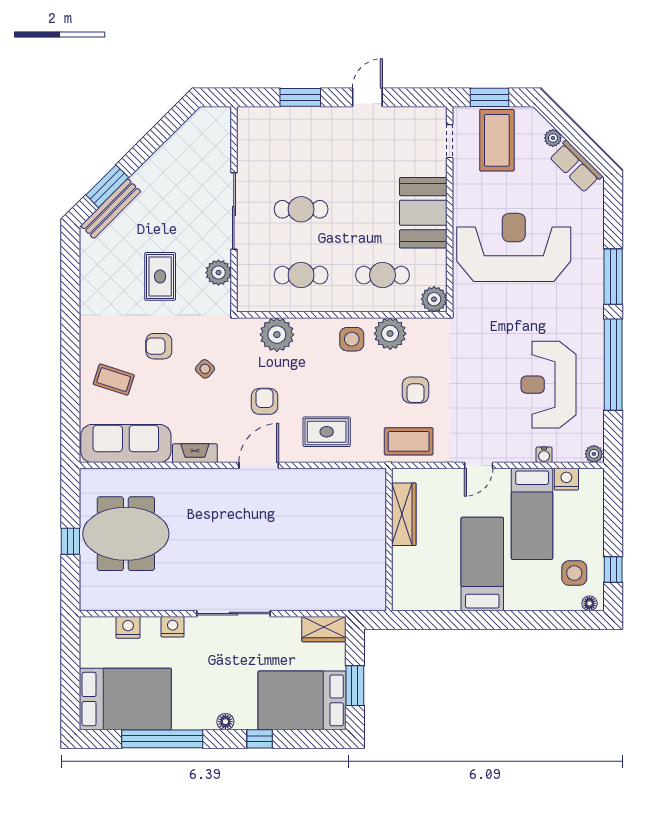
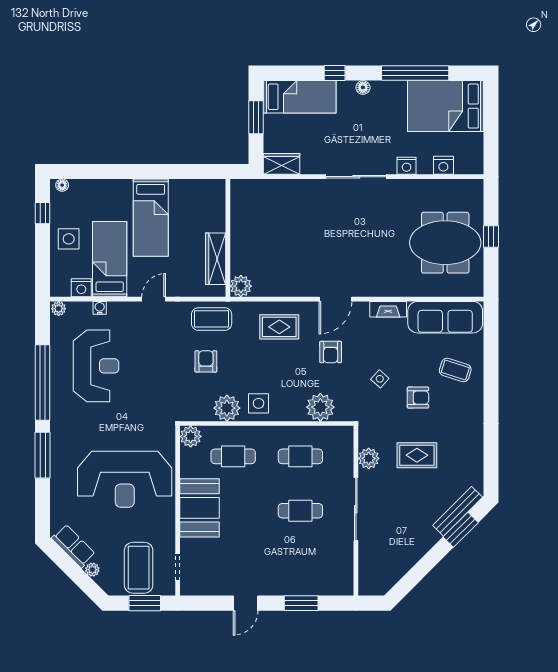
rug: (160, 276) -> (417, 455), turned 90
plant: (373, 481) -> (241, 286), added
side table: (574, 573) -> (69, 239), moved
bed: (302, 700) -> (300, 97), width x0.67

